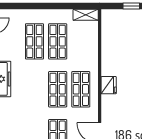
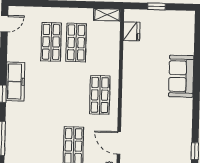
fridge: (109, 85) -> (132, 31), moved
shop shelf: (58, 89) -> (75, 94), removed

